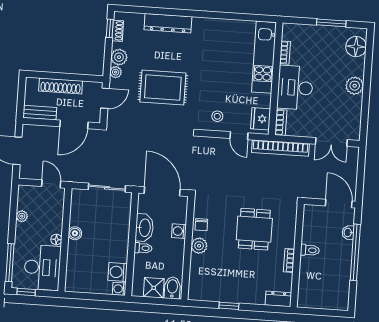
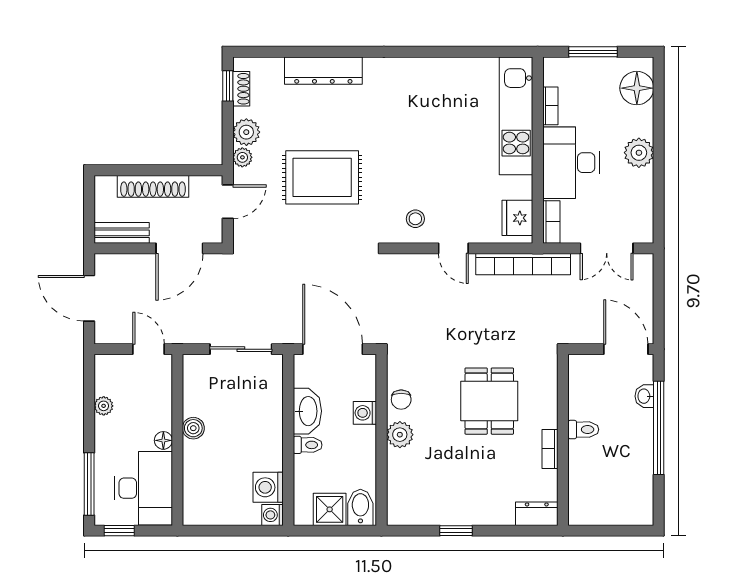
bookcase: (285, 53) -> (550, 106), moved
kitchen unit: (264, 57) -> (516, 116), moved
wall: (276, 79) -> (538, 150), moved
desk: (295, 88) -> (571, 163), moved
fridge: (261, 119) -> (517, 218), moved
bookcase: (281, 122) -> (551, 222), moved

